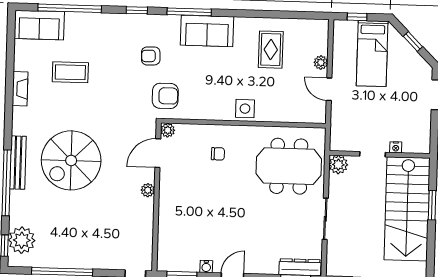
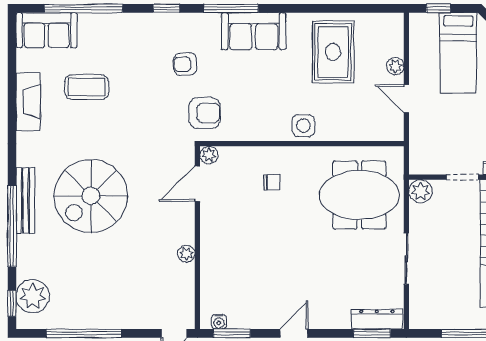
rug: (271, 50) -> (333, 52), width x1.36, depth x1.43
fireplace: (20, 89) -> (28, 102), width x1.37, depth x1.32
plant: (148, 190) -> (186, 254), moved
water cooler: (206, 266) -> (219, 322), moved

